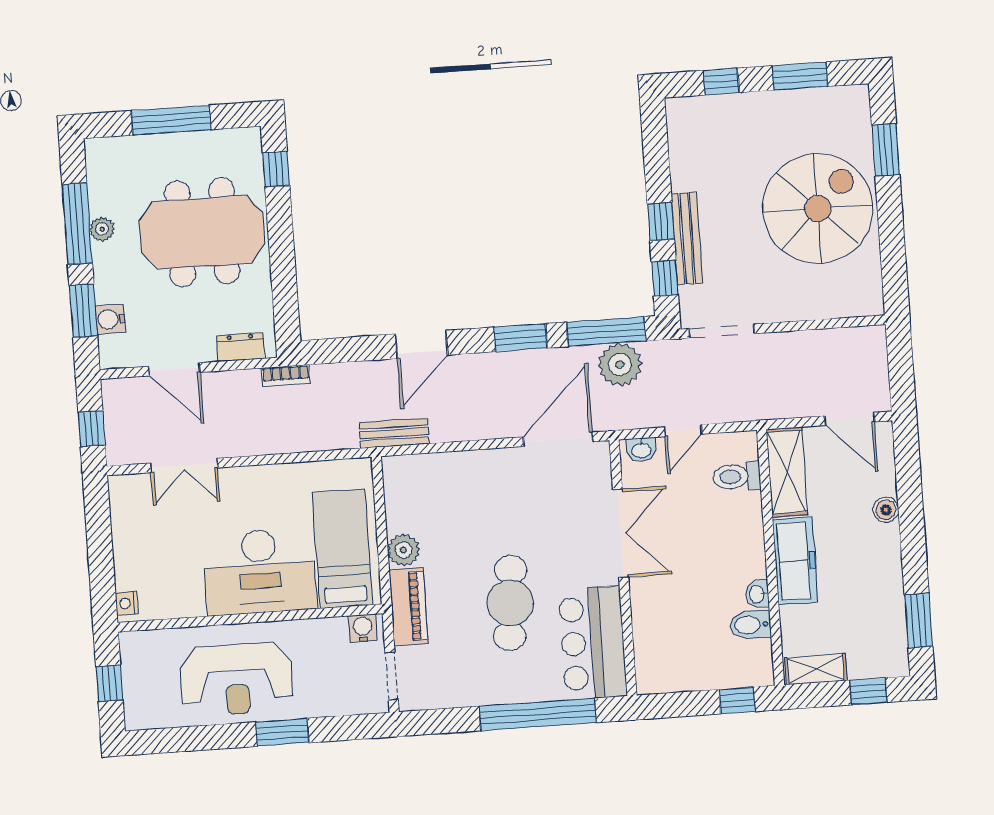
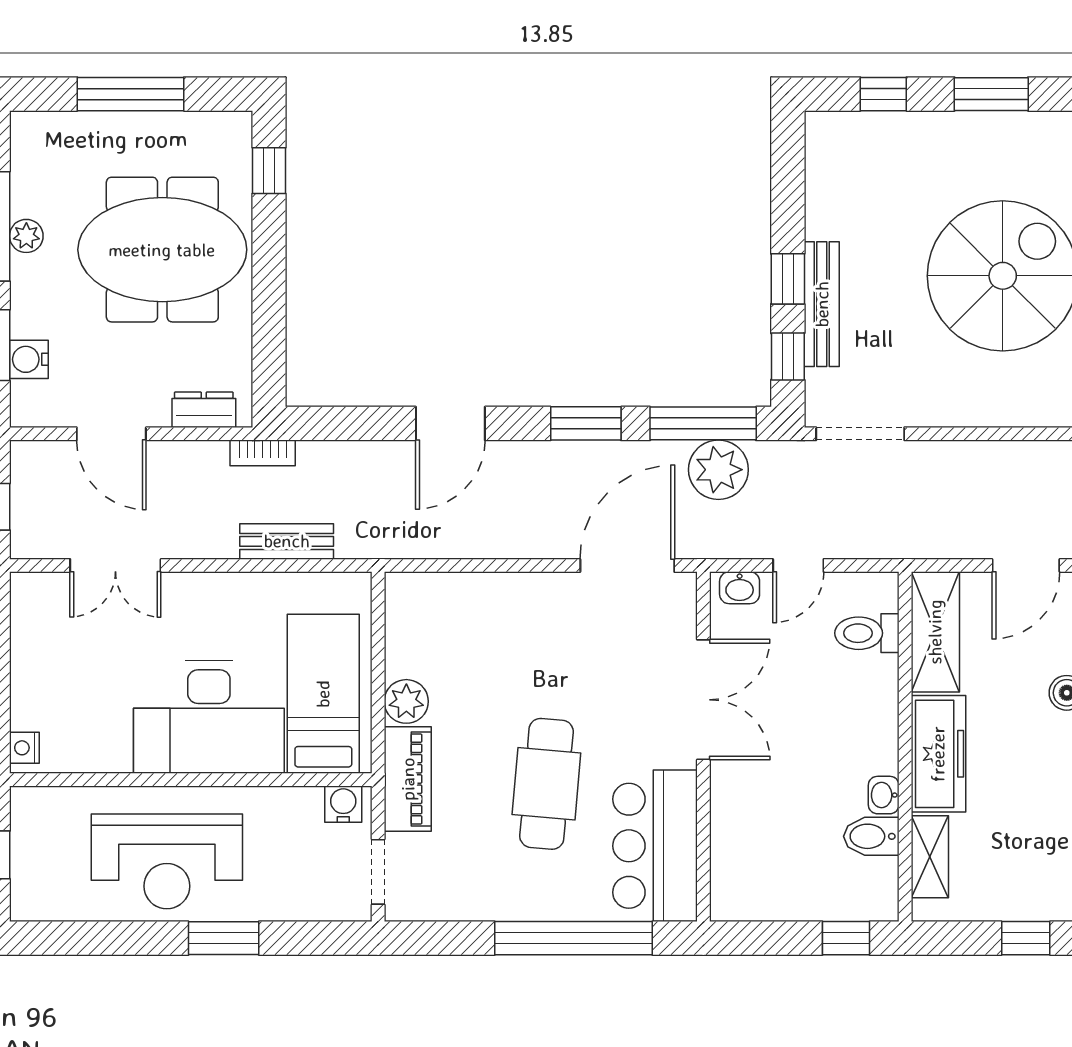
door: (849, 419) -> (1026, 565), hinge flipped
bench: (394, 433) -> (287, 541), moved
shelving: (816, 669) -> (930, 857), moved, turned 90

